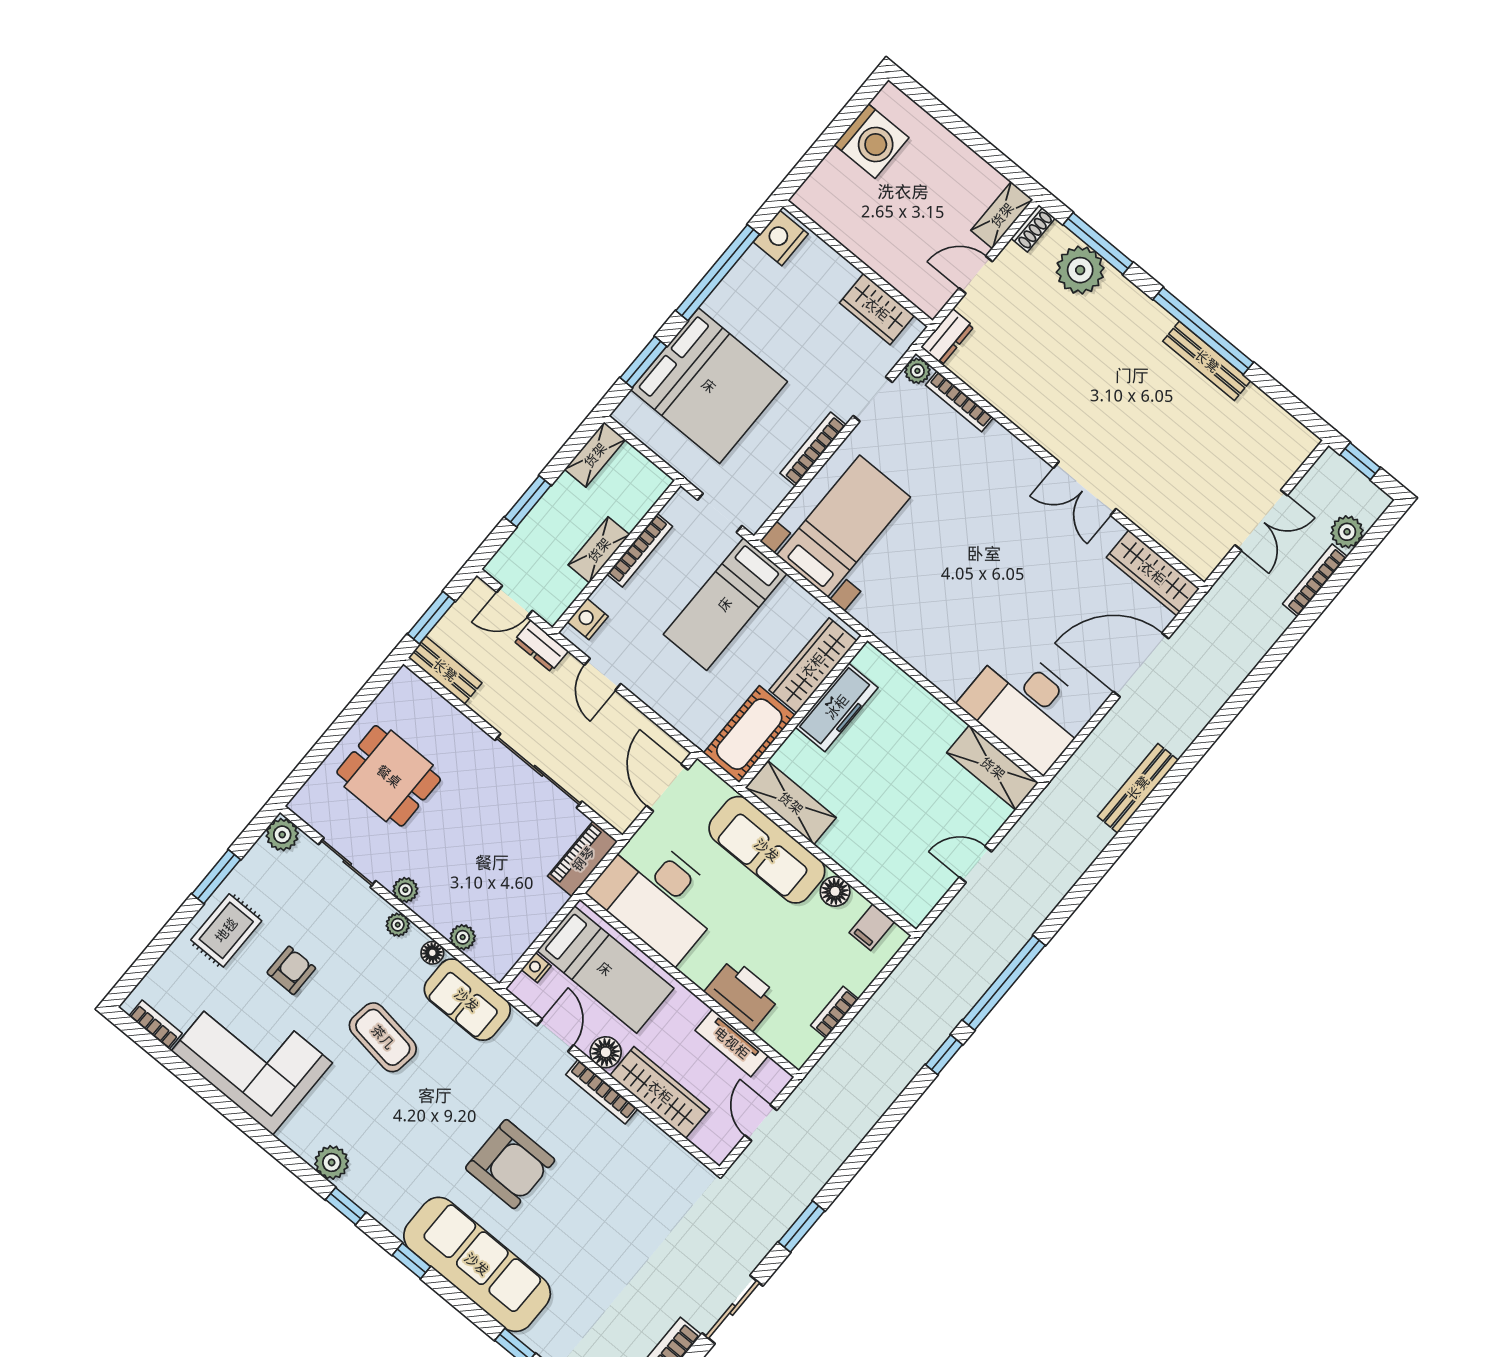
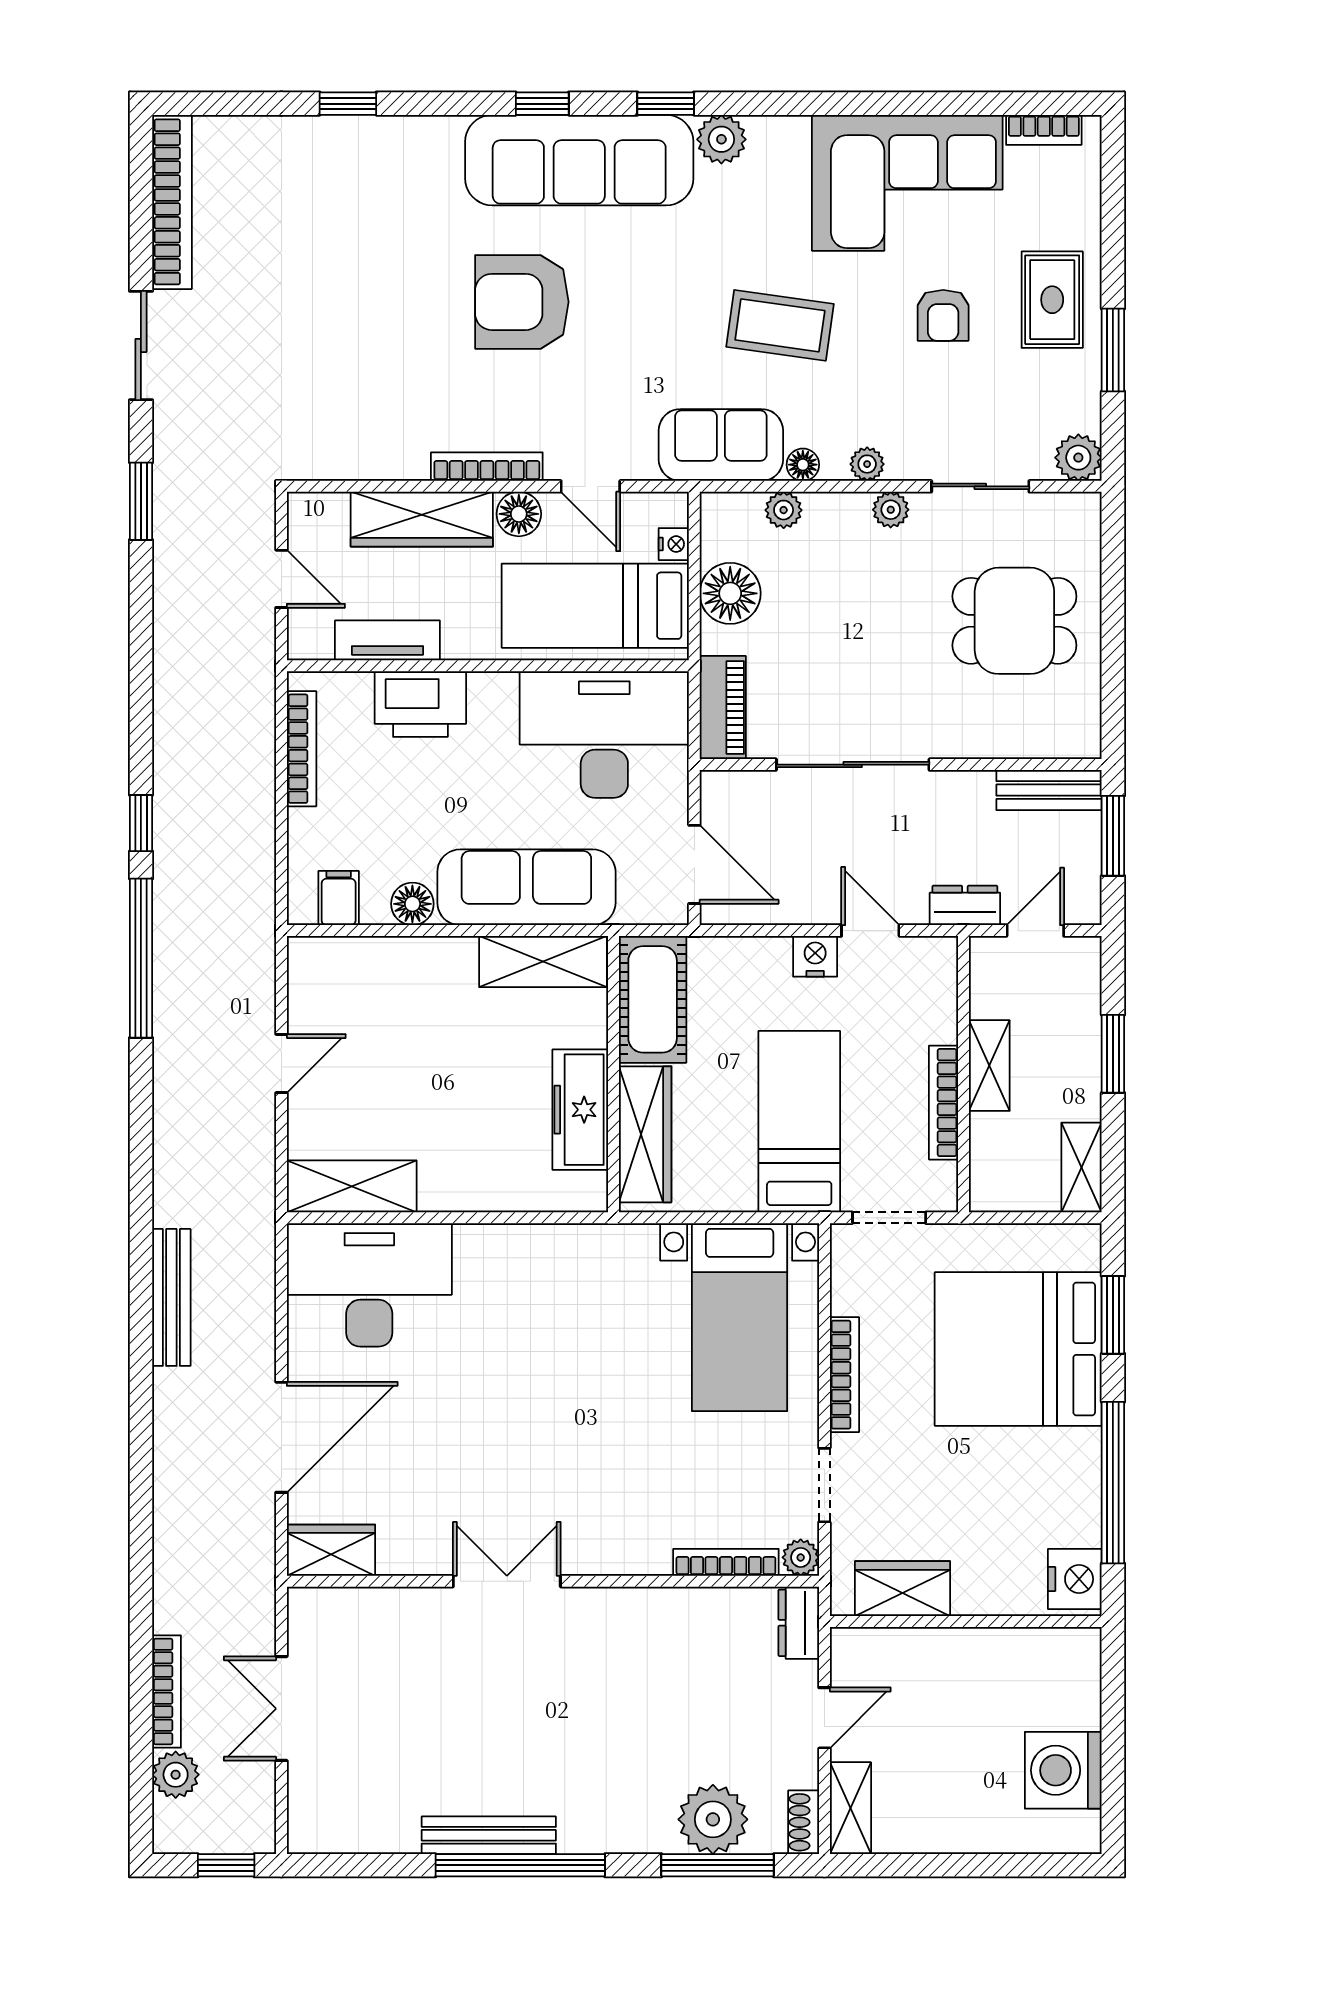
wardrobe: (1153, 573) -> (331, 1550), width x0.67
nightstand: (588, 619) -> (815, 956), moved, turned -90
floor lamp: (528, 916) -> (730, 593), added
bookcase: (835, 1012) -> (302, 749), width x1.56
sofa: (477, 1264) -> (579, 160), moved

